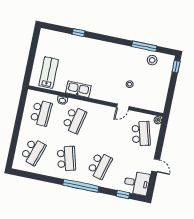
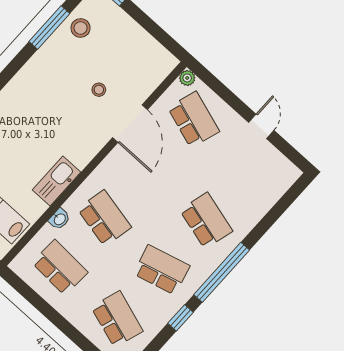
door: (123, 107) -> (130, 124), width x1.87
school desk: (141, 134) -> (193, 119), turned 33
door: (156, 165) -> (261, 126), hinge flipped
desk: (137, 183) -> (272, 175), removed
window: (123, 194) -> (180, 318), moved

